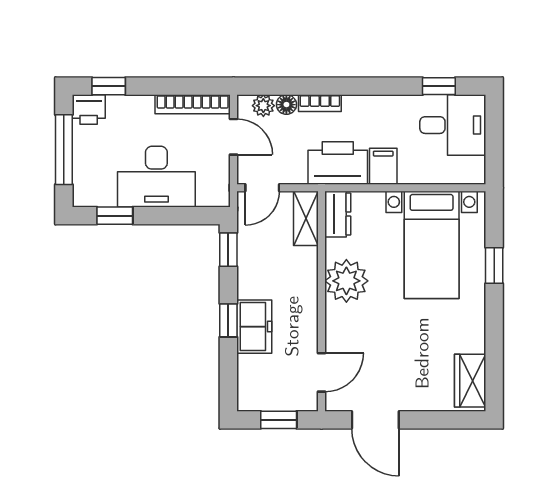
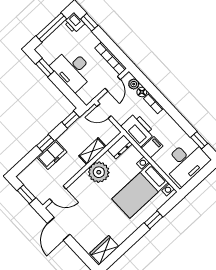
desk: (453, 125) -> (186, 162), width x1.37
shelving: (306, 218) -> (92, 151), moved

